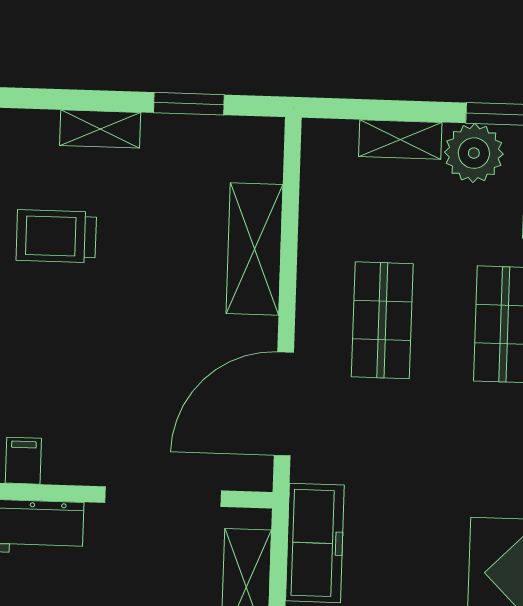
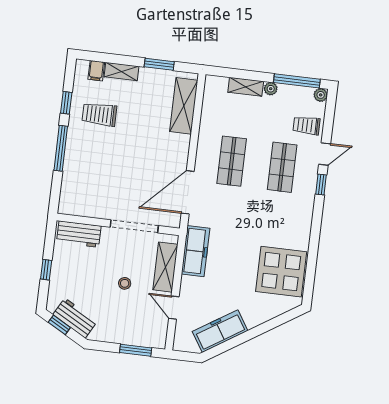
plant: (474, 153) -> (271, 89), width x0.53, depth x0.53
shelving: (254, 249) -> (184, 106), moved
filing cabinet: (23, 461) -> (96, 71), moved, turned 180

